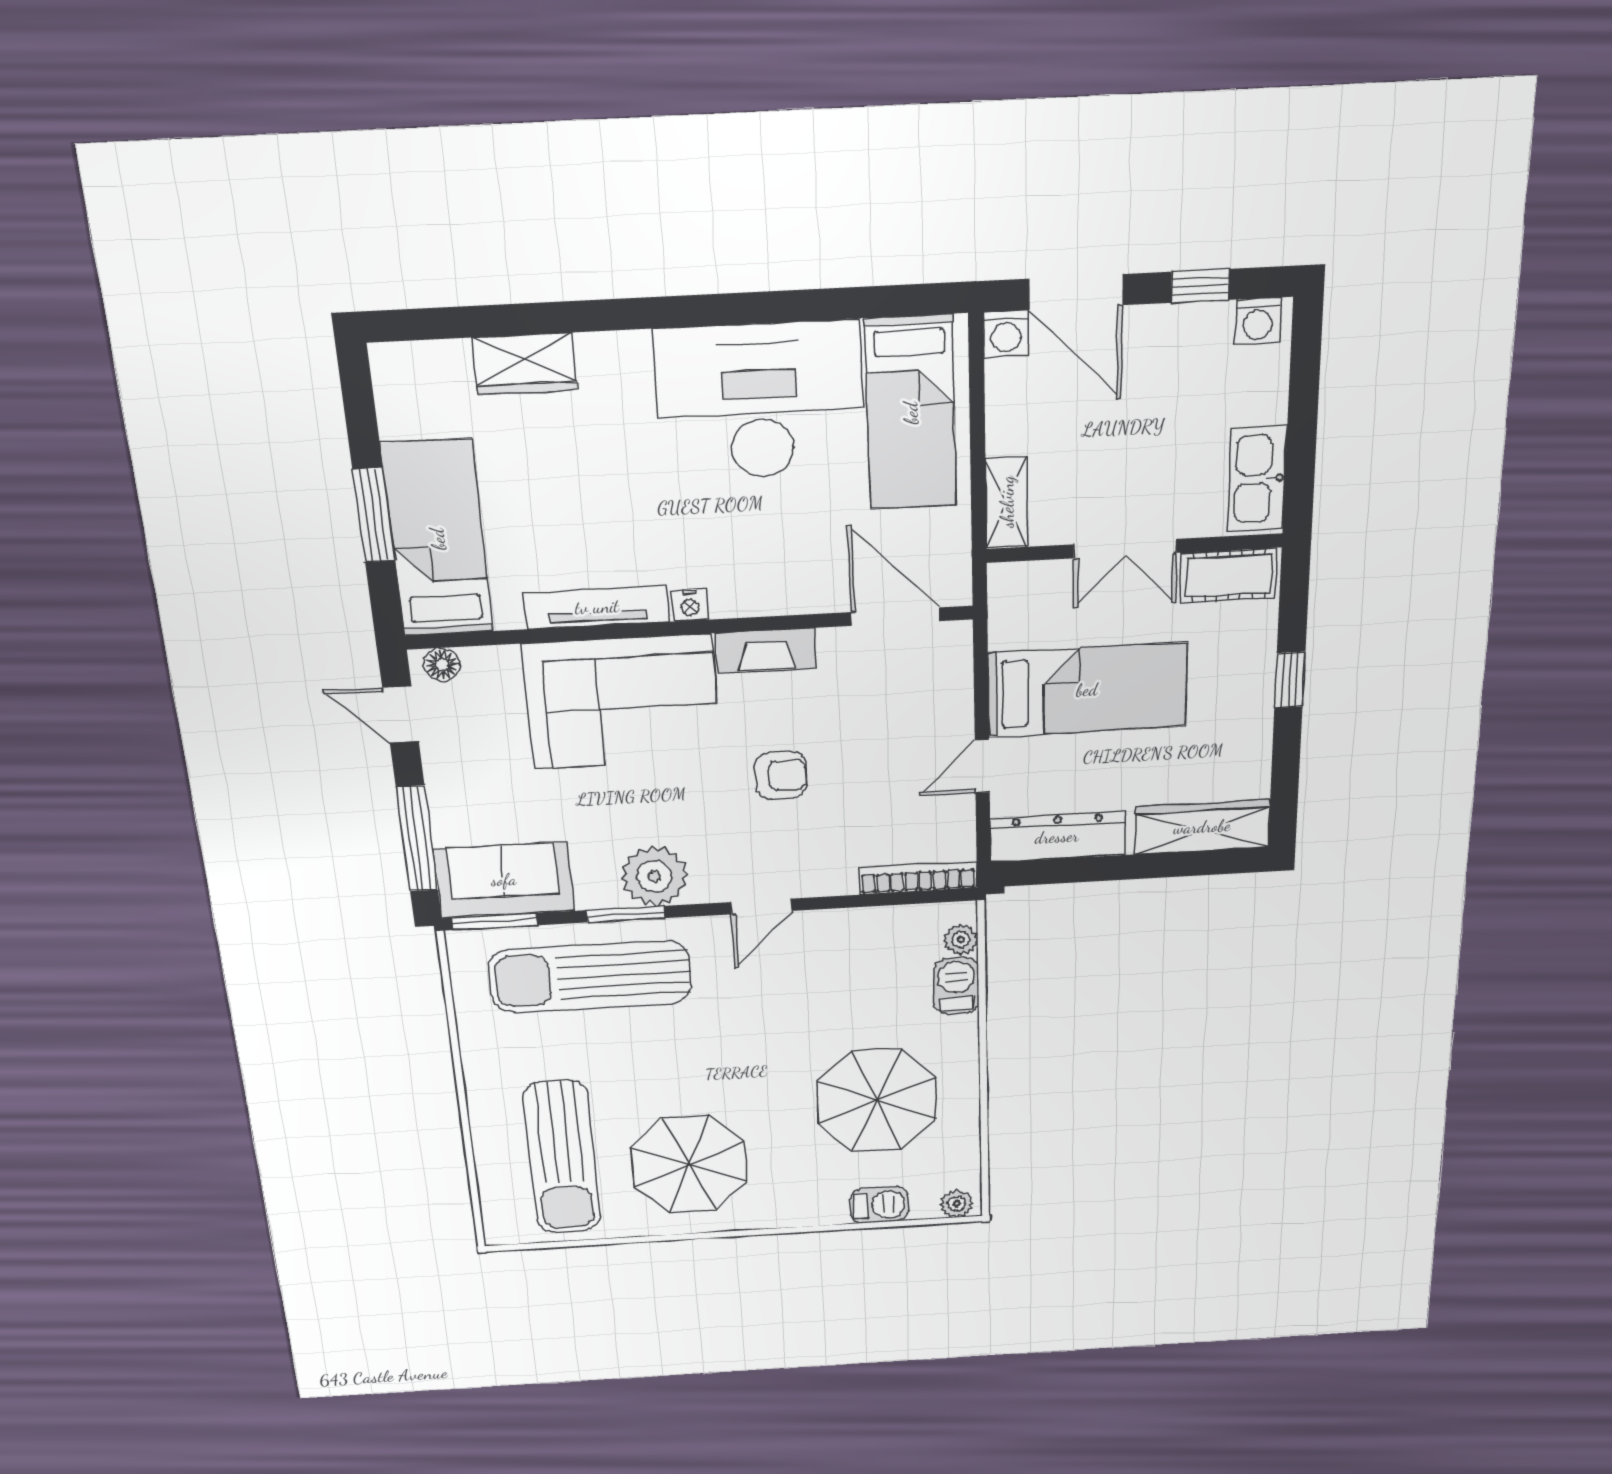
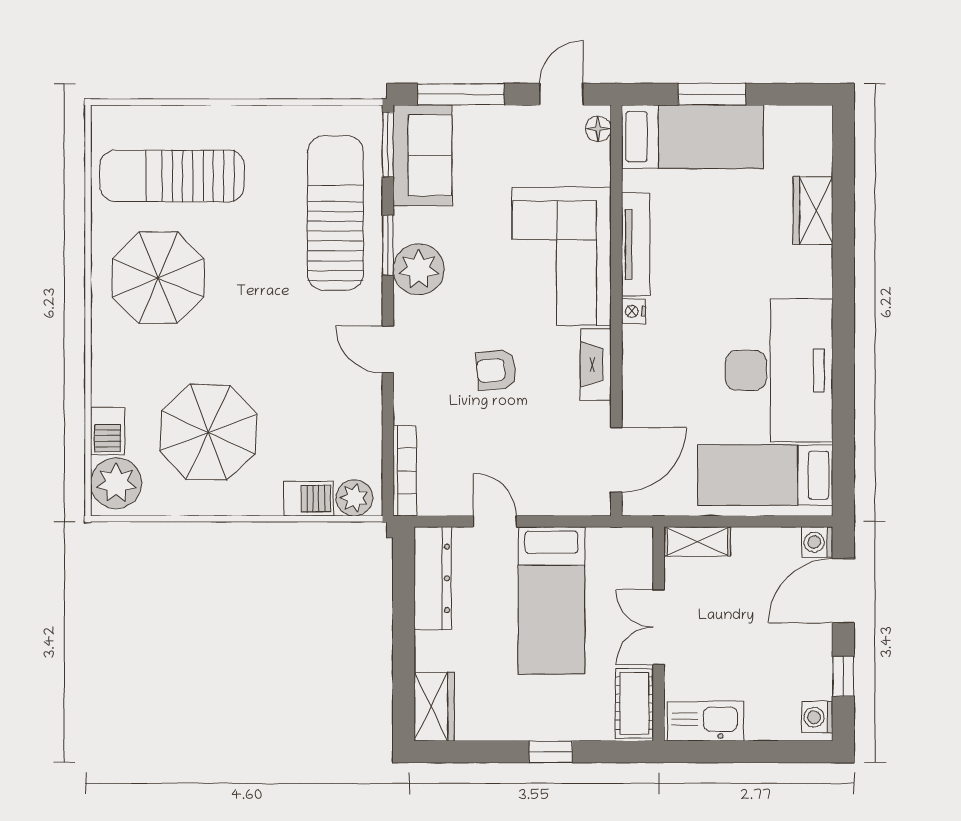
armchair: (781, 775) -> (496, 370), turned 85
wardrobe: (1202, 827) -> (434, 707), width x0.67
plant: (961, 939) -> (354, 498), width x1.38, depth x1.38
plant: (957, 1204) -> (116, 483), width x1.87, depth x1.87

